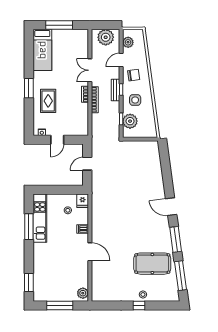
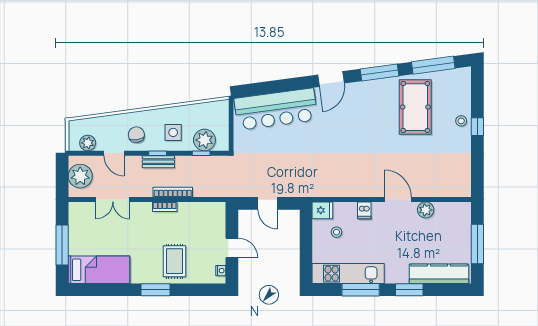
double door: (90, 70) -> (113, 200), moved
rug: (48, 101) -> (174, 261), turned 90
bar counter: (151, 169) -> (276, 109), added
door: (90, 252) -> (398, 200), hinge flipped
kitchen counter: (40, 279) -> (439, 274), added
window: (29, 282) -> (409, 290), moved
plant: (83, 293) -> (426, 210), moved

